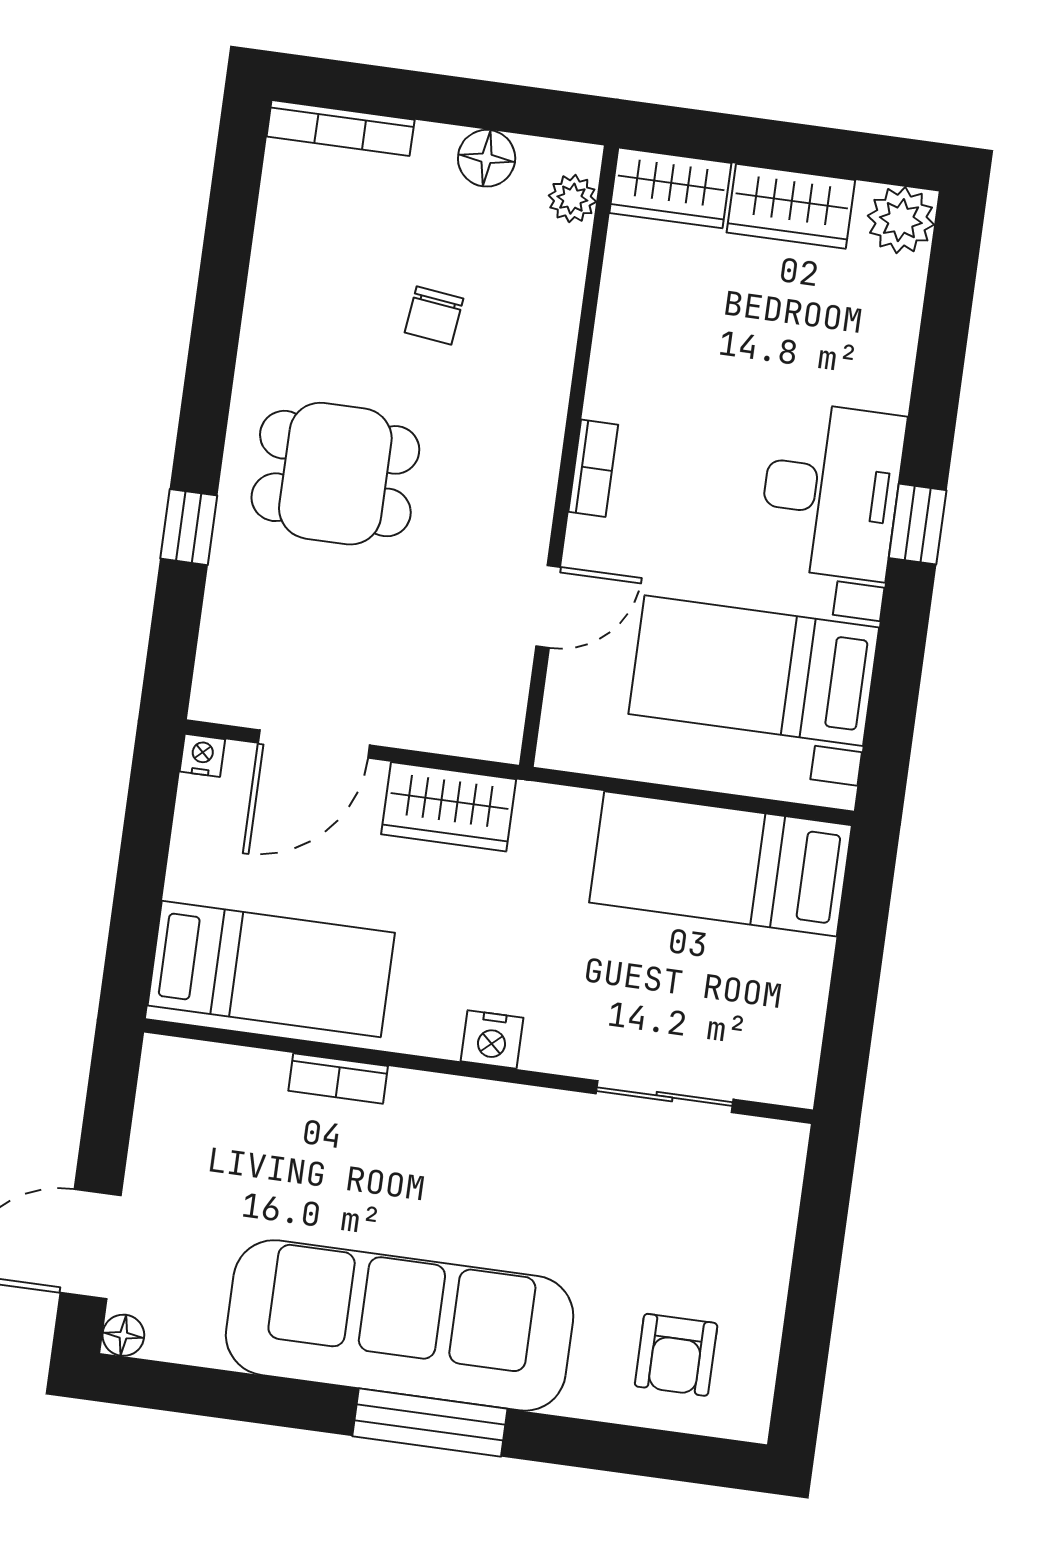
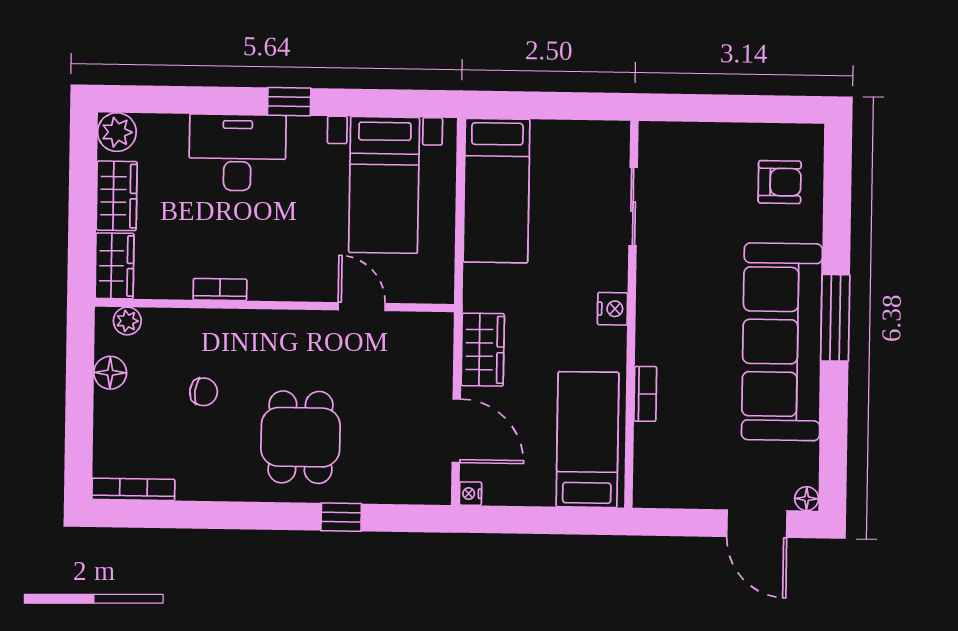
bookcase: (341, 128) -> (133, 489), moved, turned -90
bookcase: (593, 468) -> (220, 290), moved
desk: (831, 491) -> (237, 153), moved

